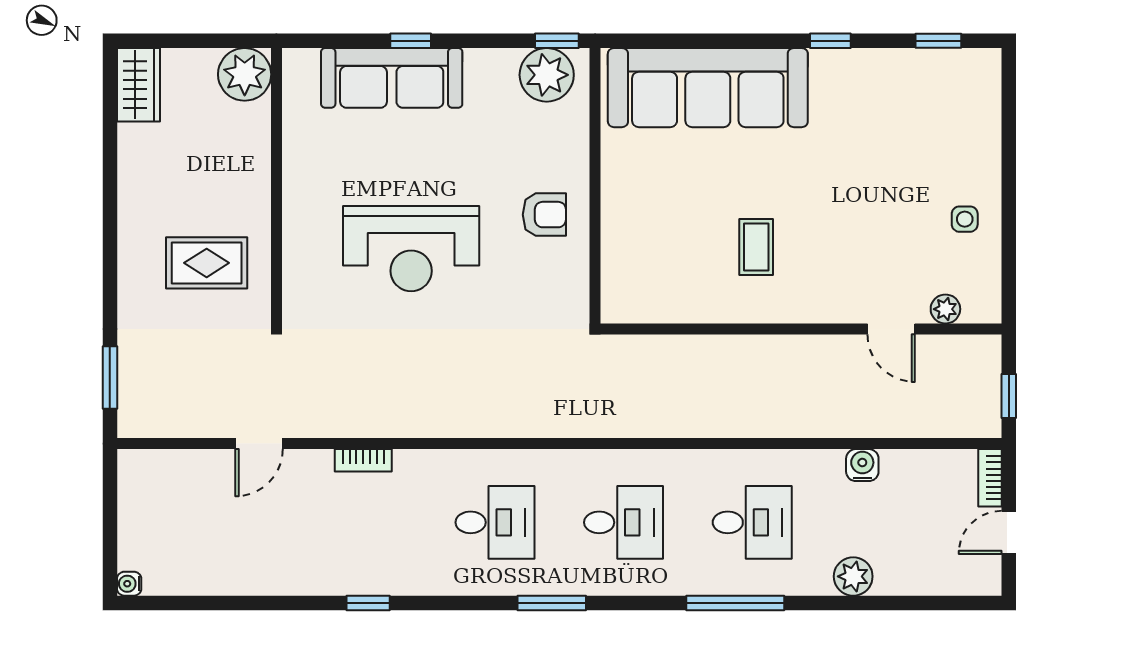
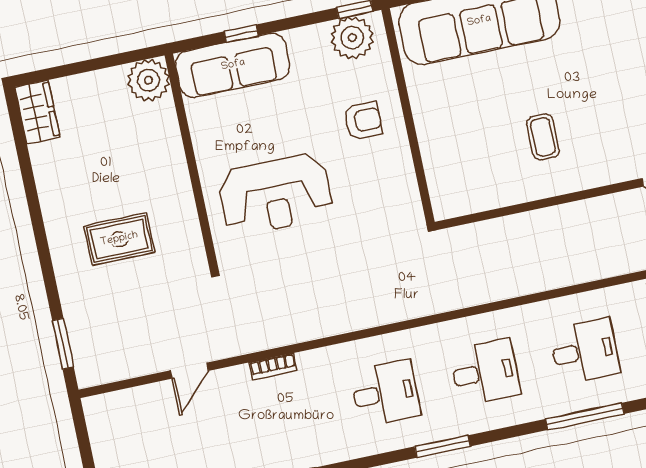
plant: (245, 74) -> (148, 80), moved
wall: (276, 186) -> (191, 161), moved
armchair: (544, 215) -> (363, 121), moved

